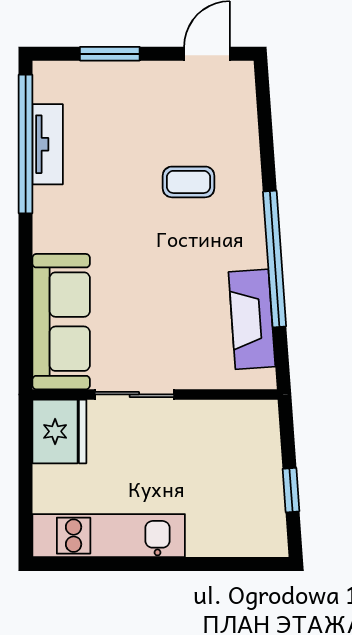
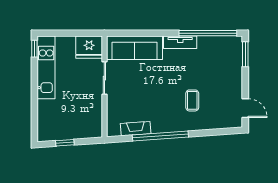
window: (110, 54) -> (245, 54), moved
tv unit: (48, 144) -> (180, 42), moved
fireplace: (252, 319) -> (136, 129), width x0.73, depth x0.76
window: (63, 564) -> (34, 49), added

